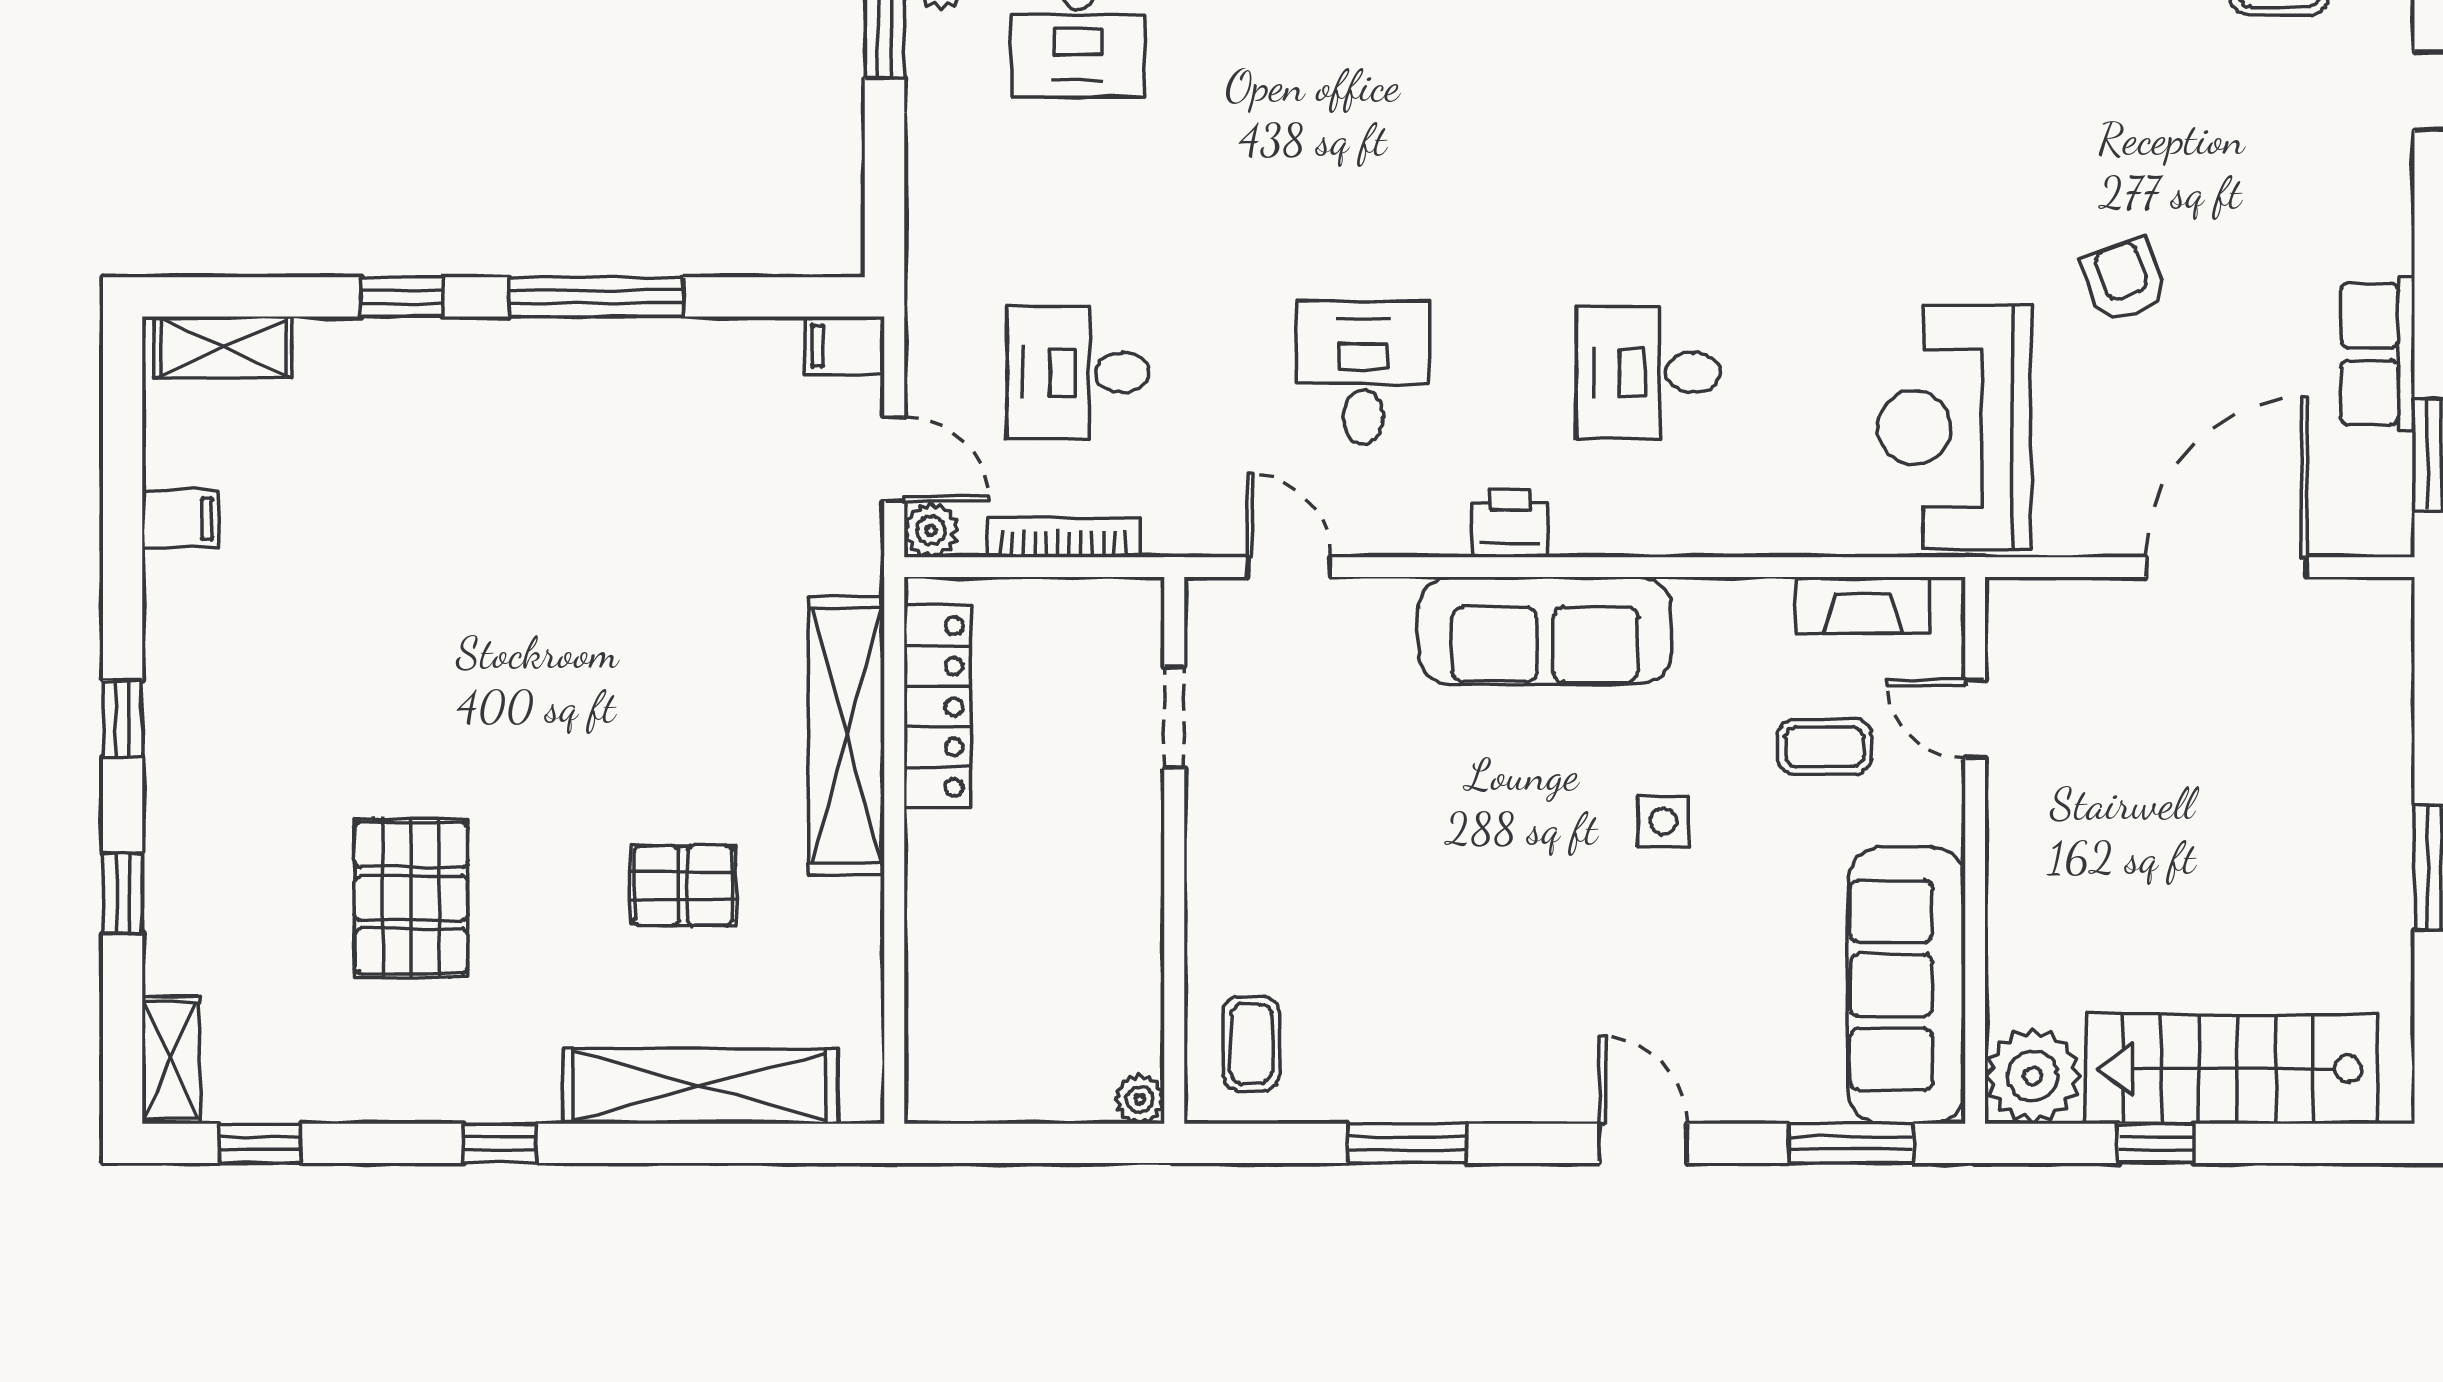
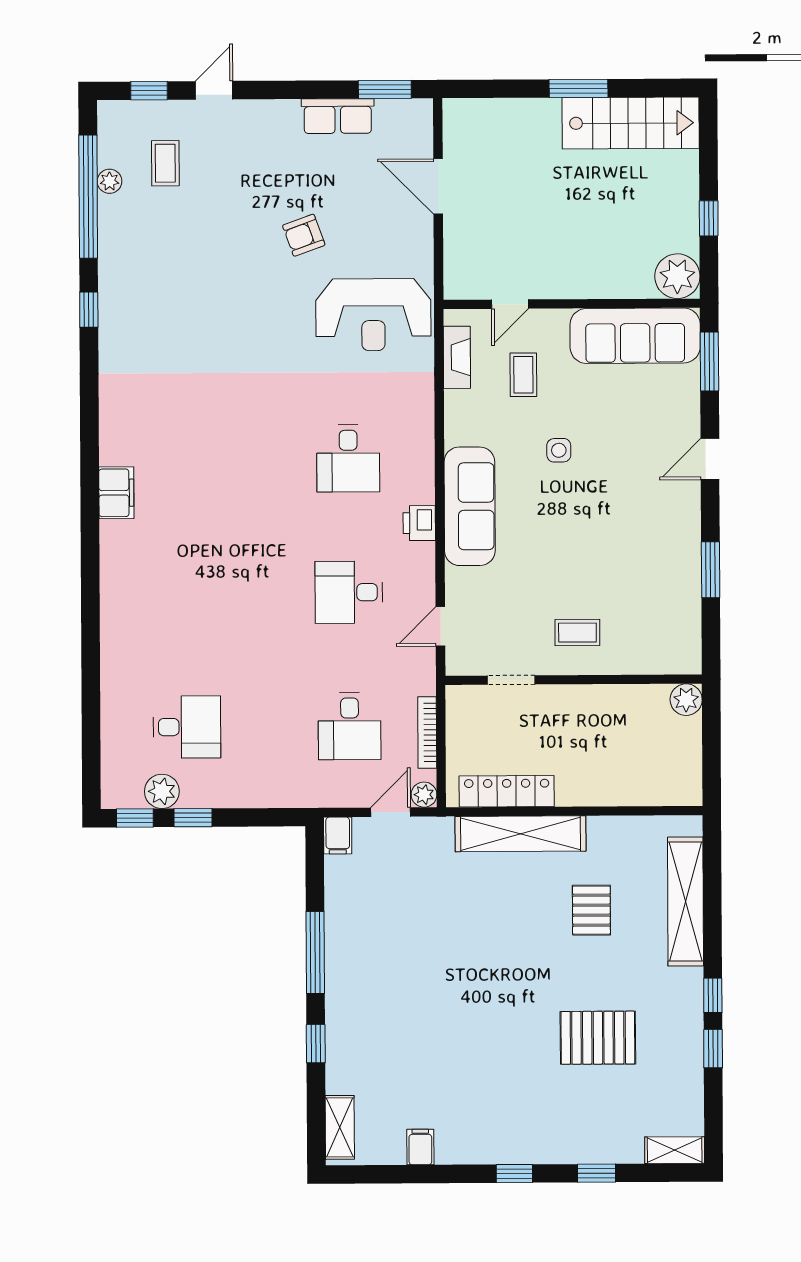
door: (2227, 567) -> (438, 186), width x0.73
coffee table: (1251, 1044) -> (577, 633), moved
stairs: (2232, 1069) -> (631, 123), moved, turned -90
plant: (1140, 1099) -> (686, 700), width x1.38, depth x1.38
window: (260, 1143) -> (713, 1049), moved

